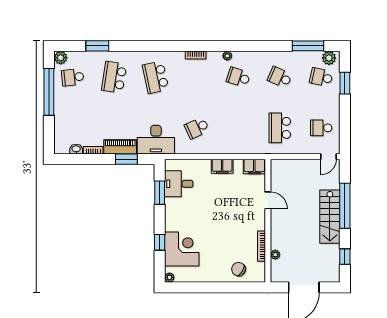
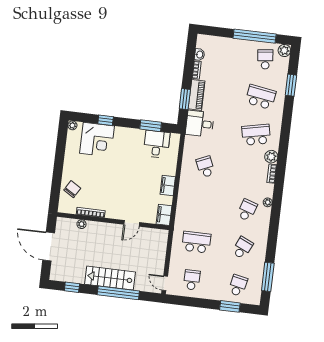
plant: (329, 58) -> (271, 157), moved
desk: (156, 140) -> (200, 124), width x0.73

